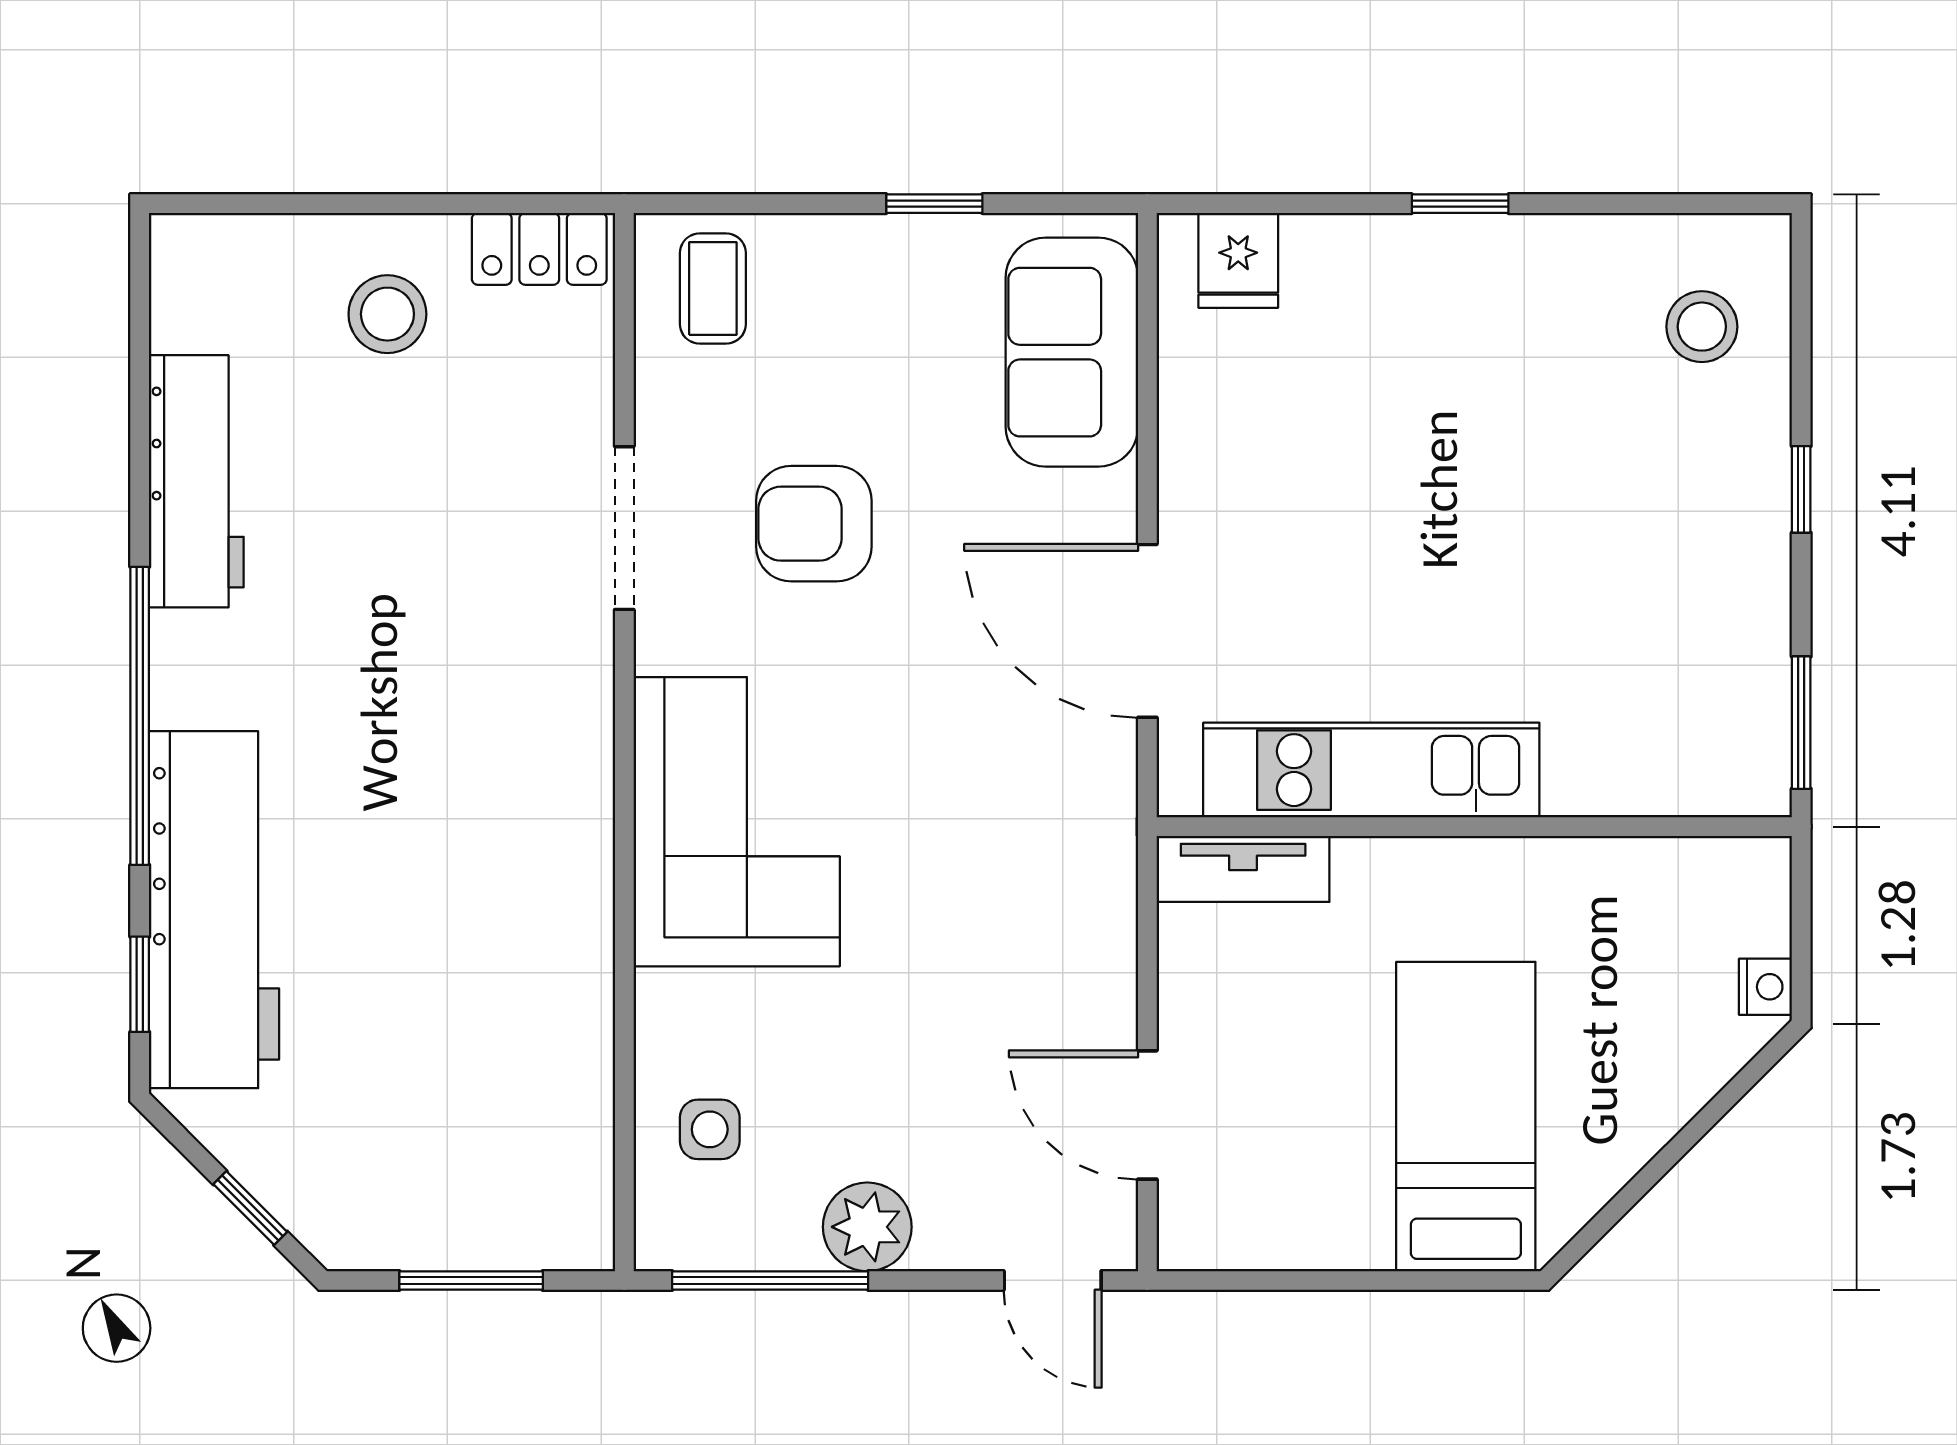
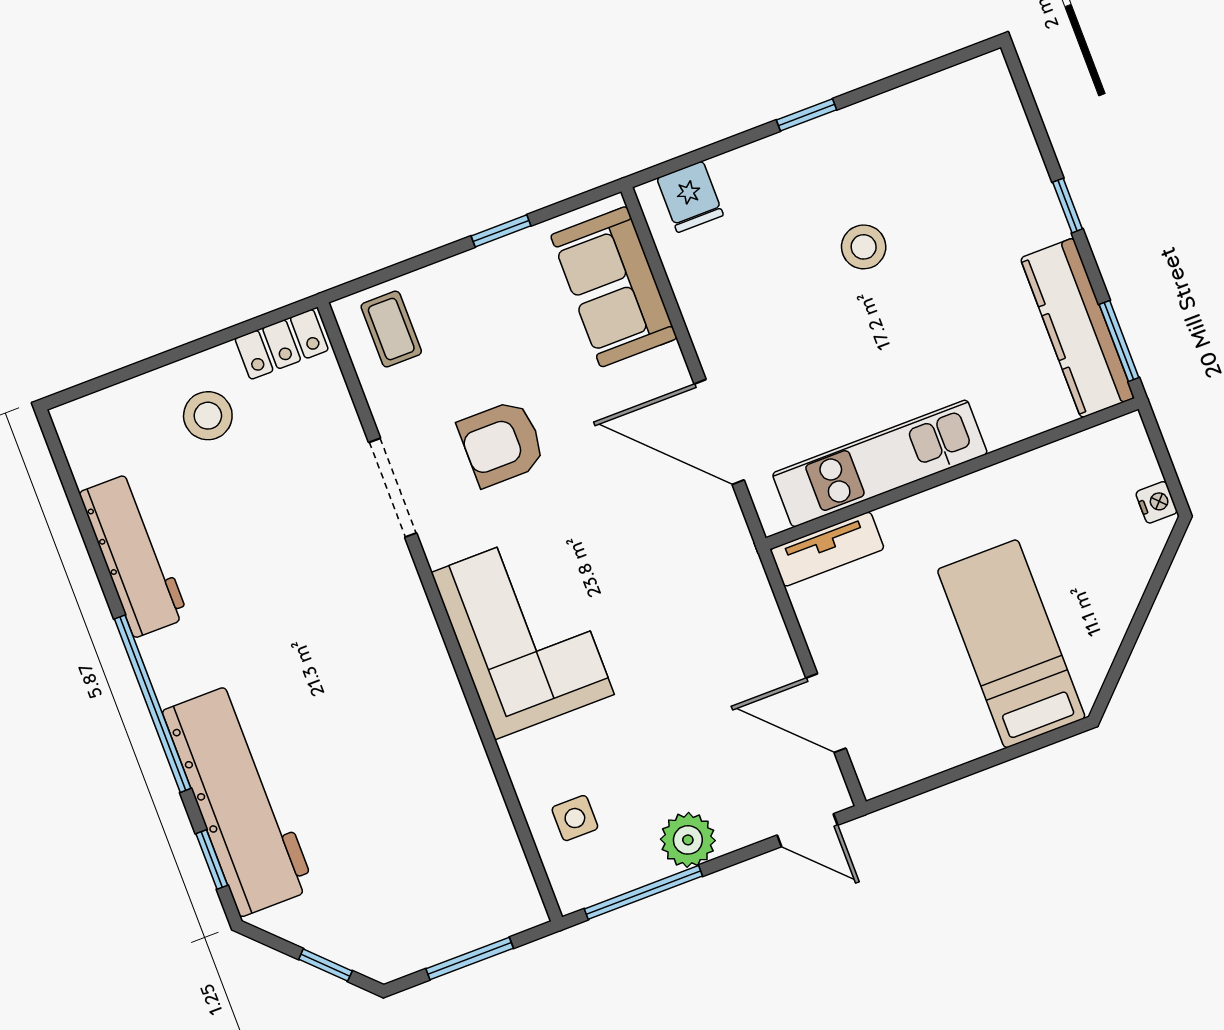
stool: (1702, 327) -> (864, 247), moved
kitchen counter: (1746, 679) -> (1077, 328), added

